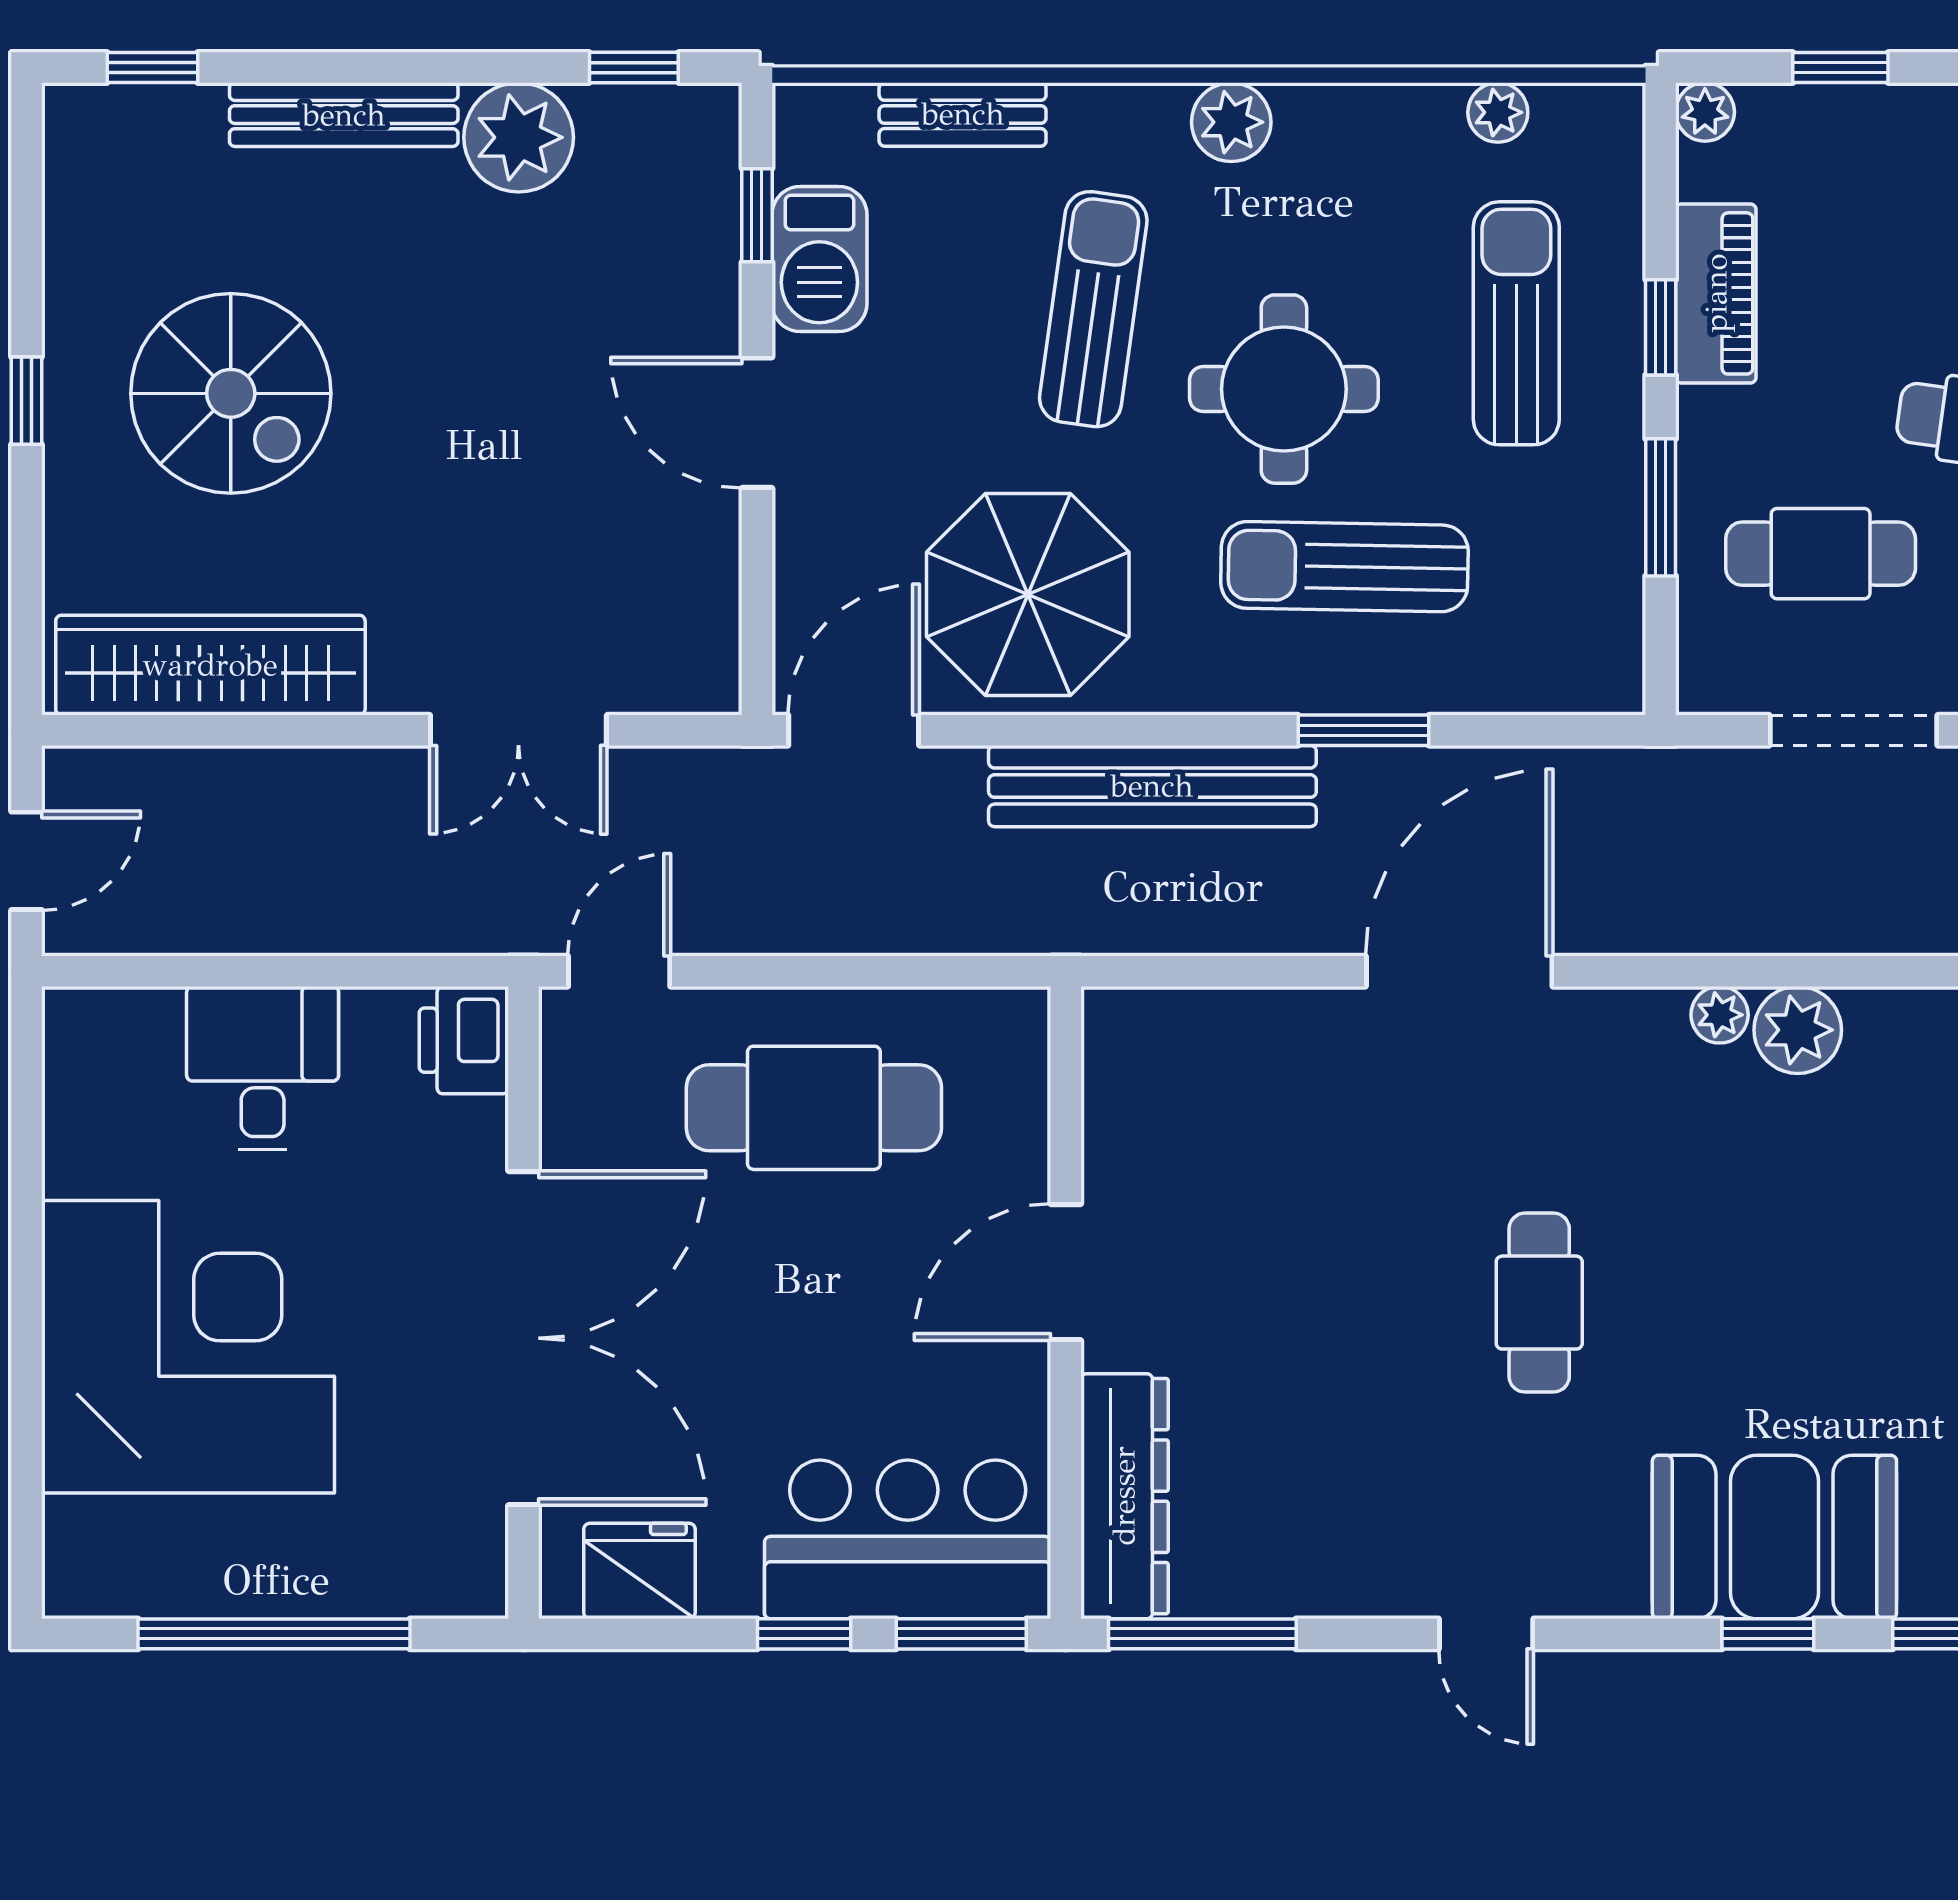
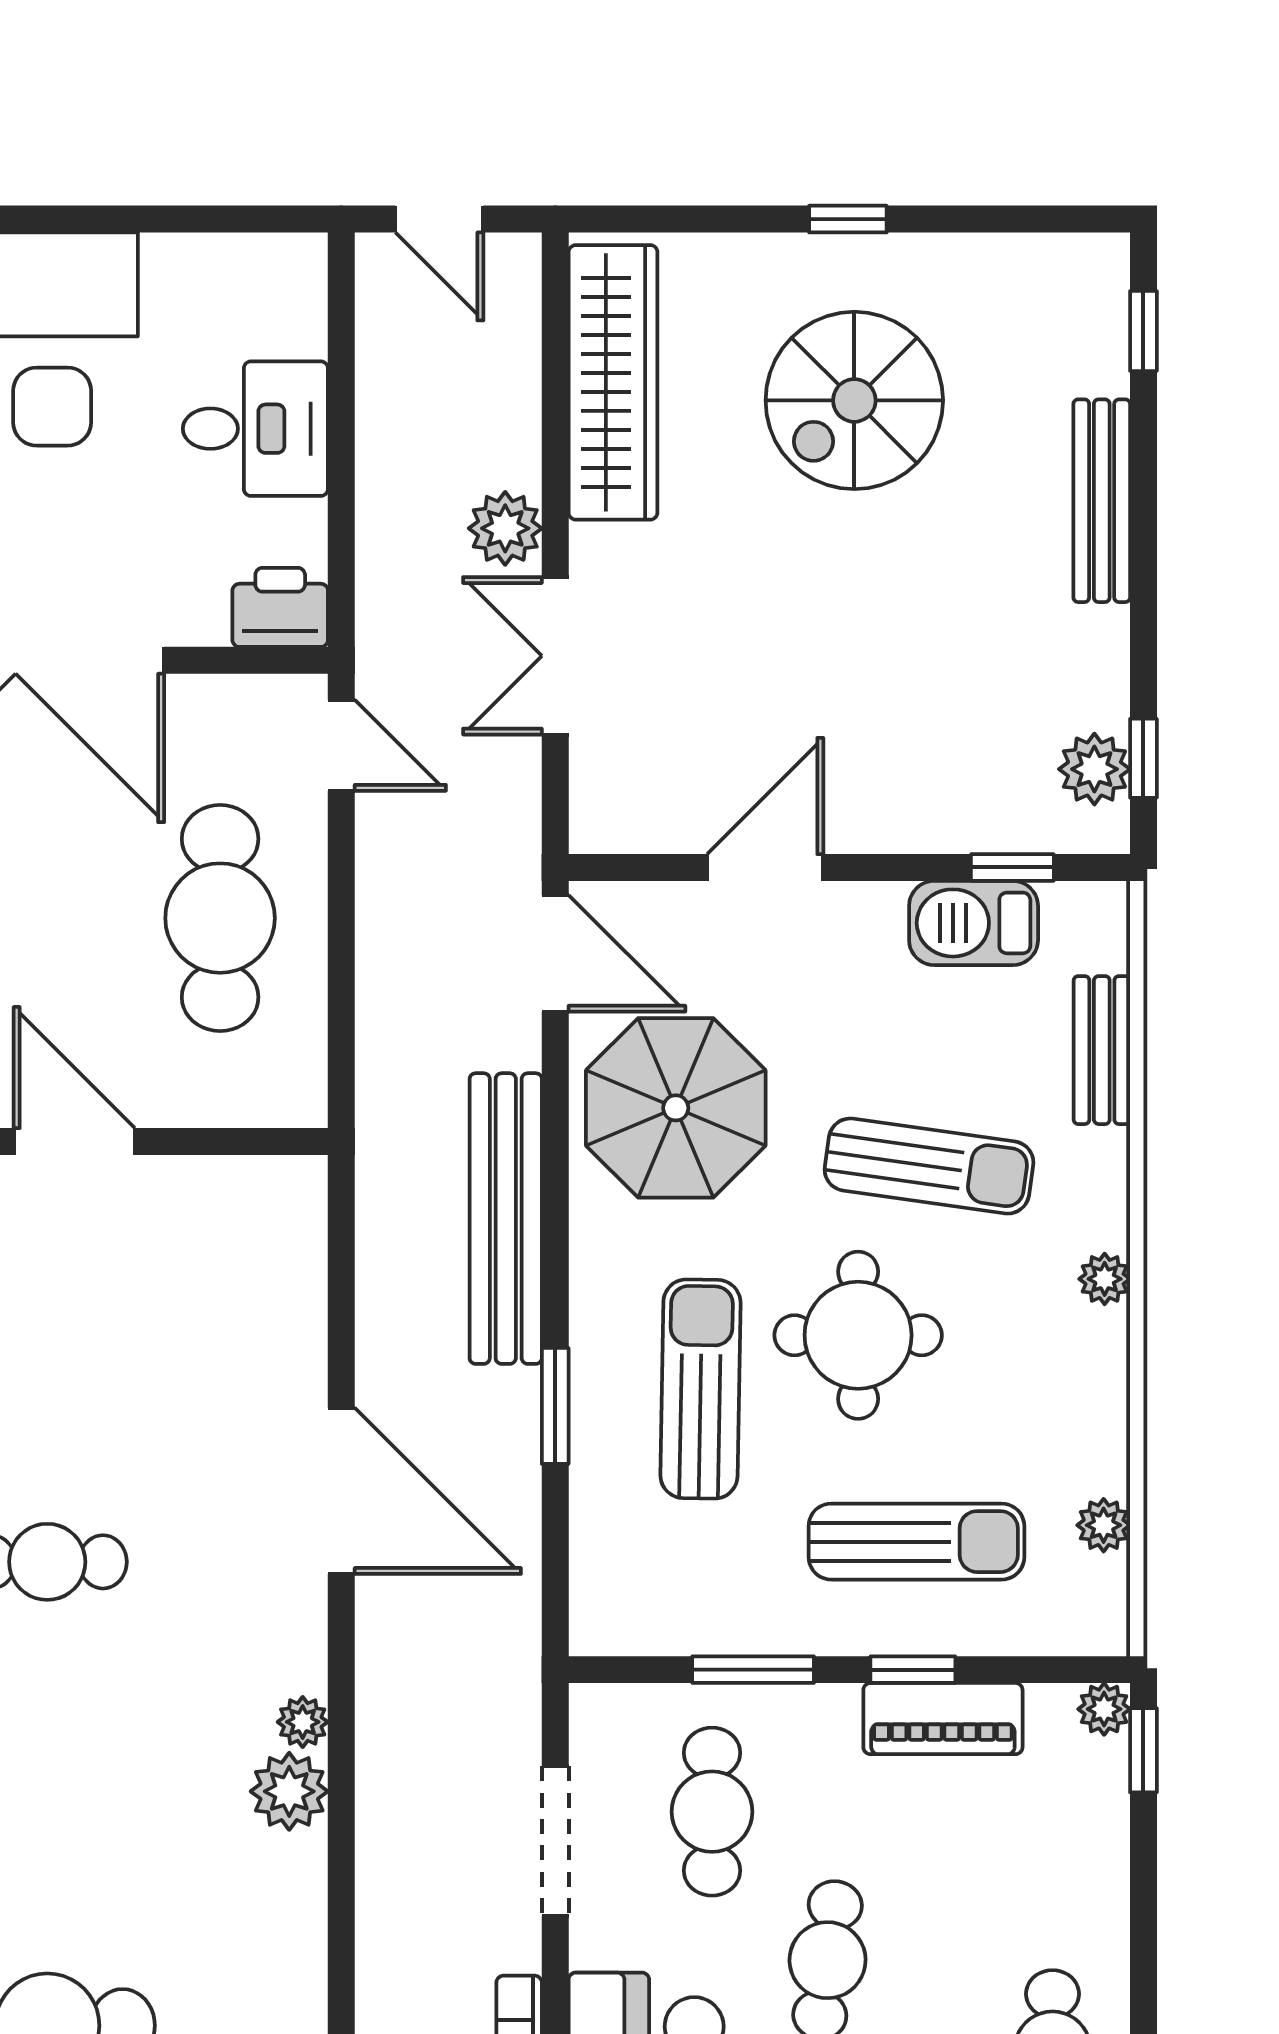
window: (1840, 68) -> (1143, 1750), moved
plant: (1231, 122) -> (1105, 1279), width x0.73, depth x0.73
plant: (519, 137) -> (1094, 769), moved, width x0.73, depth x0.73
door: (757, 423) -> (765, 867), moved
plant: (375, 787) -> (505, 528), added

